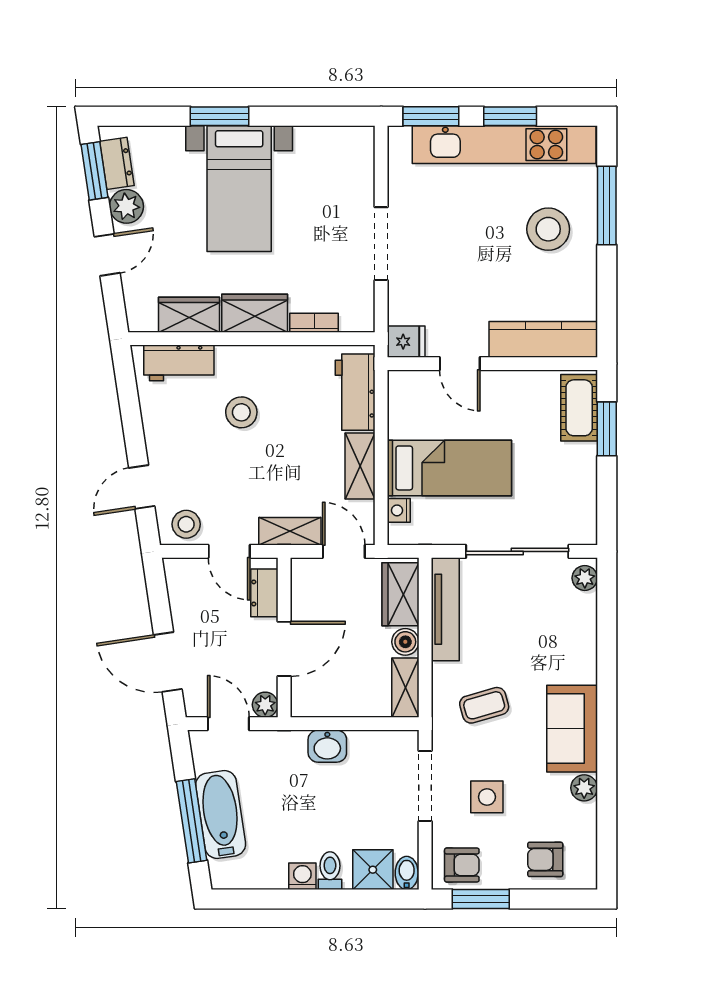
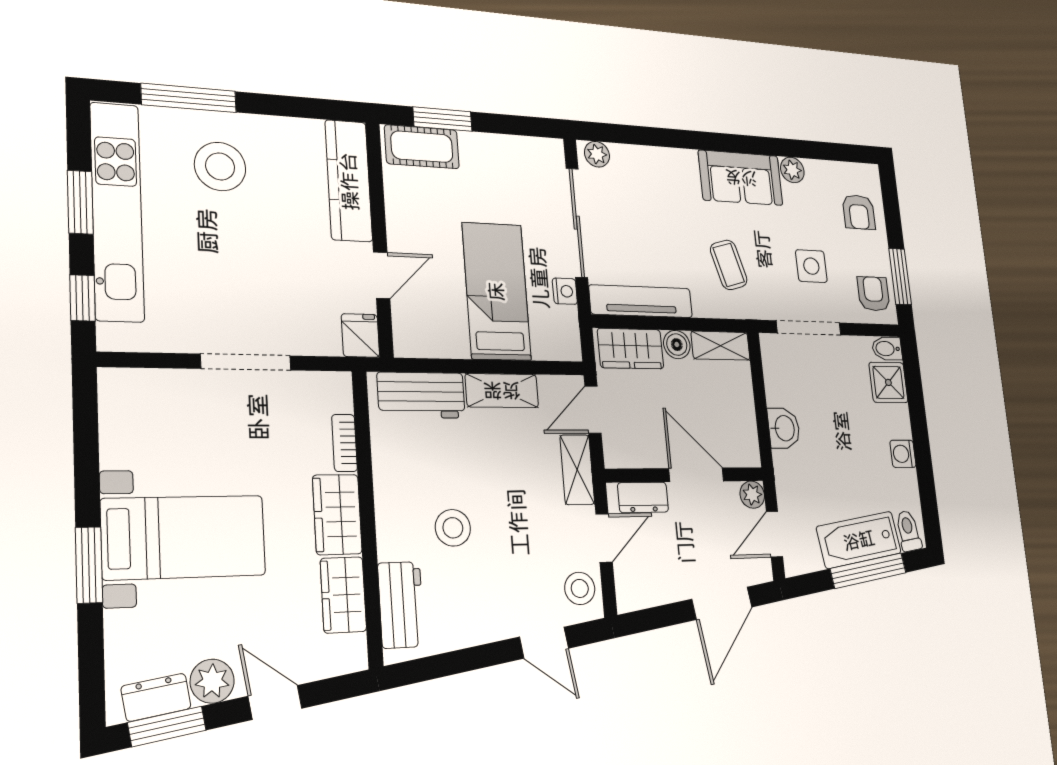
window: (431, 116) -> (83, 298), width x0.67
nightstand: (399, 510) -> (565, 291), moved, turned -90
toilet: (330, 871) -> (908, 531), moved, turned 82

